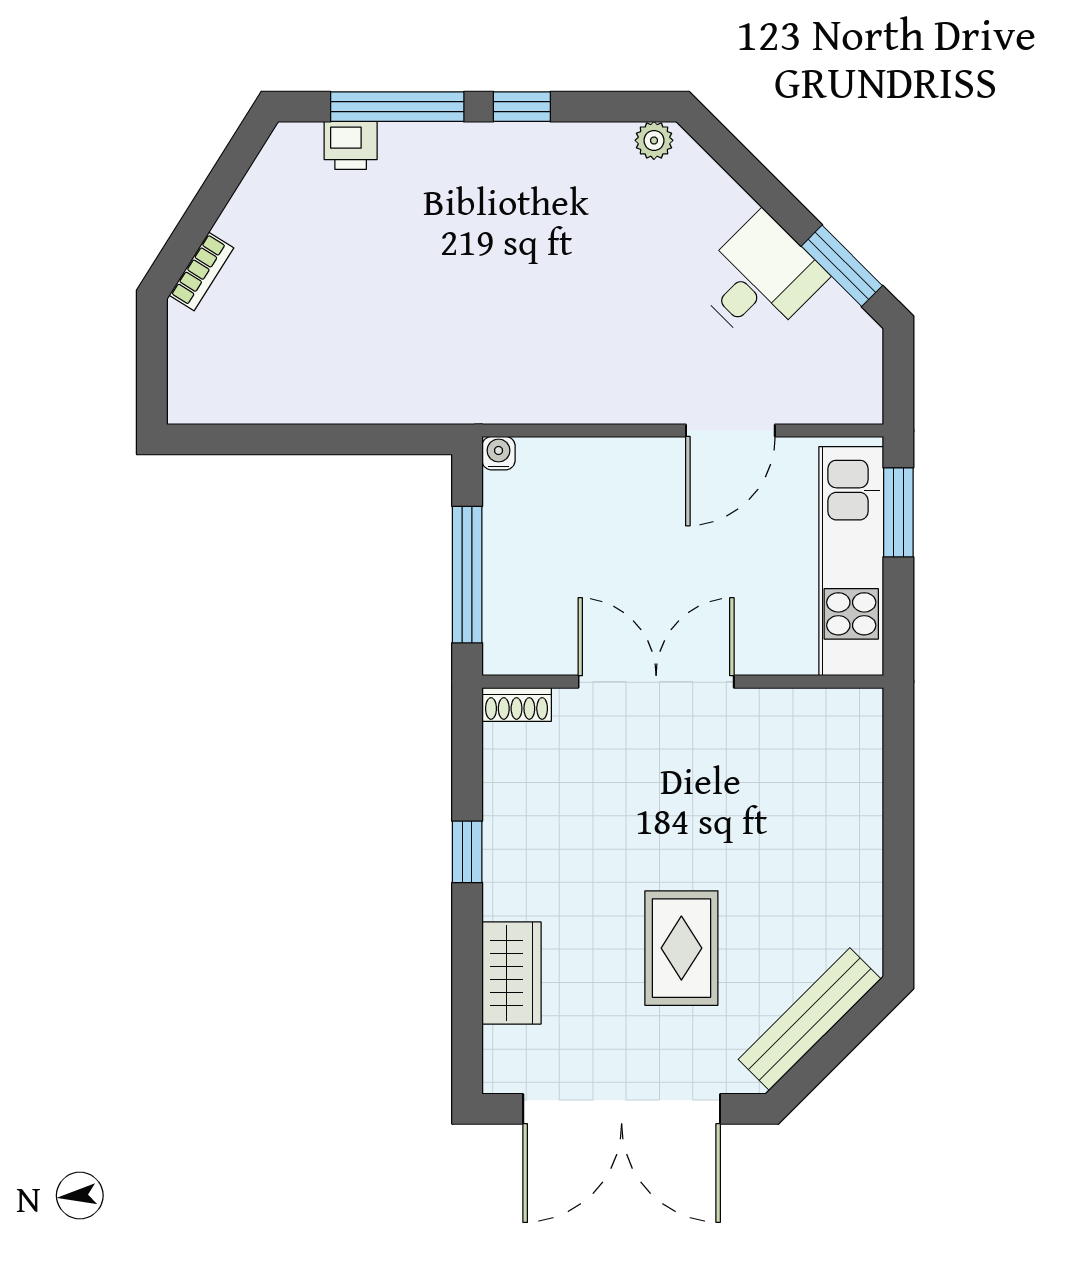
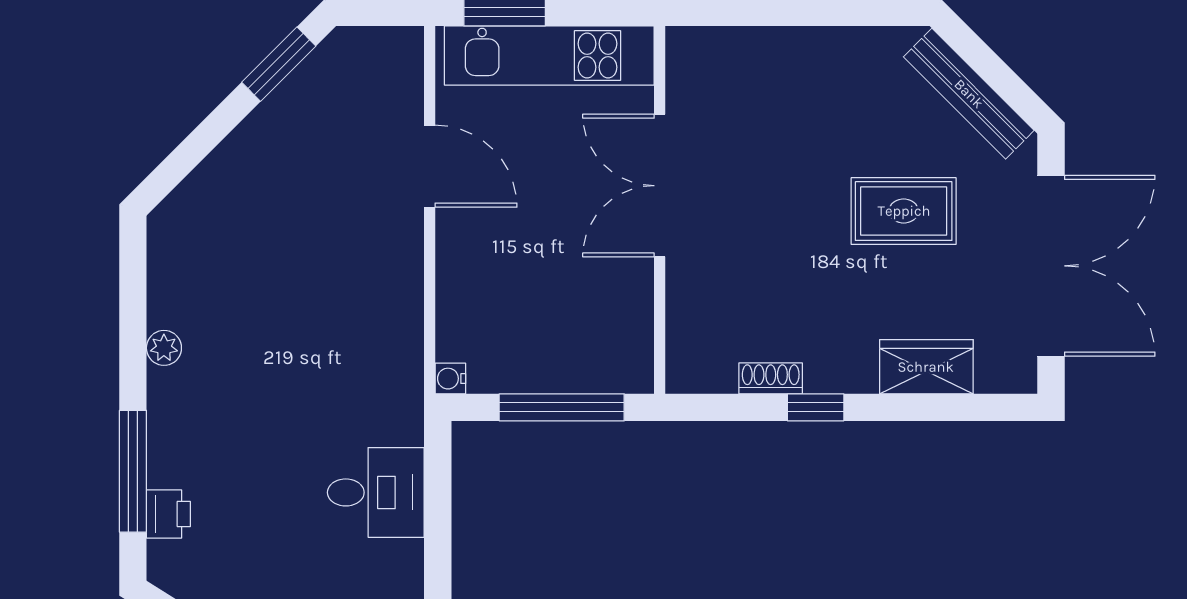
window: (522, 107) -> (133, 357), removed
plant: (654, 140) -> (164, 348), moved
desk: (759, 279) -> (376, 492), moved, turned 135
double door: (656, 682) -> (660, 186), moved
shoe rack: (517, 704) -> (771, 378), moved, turned -90

